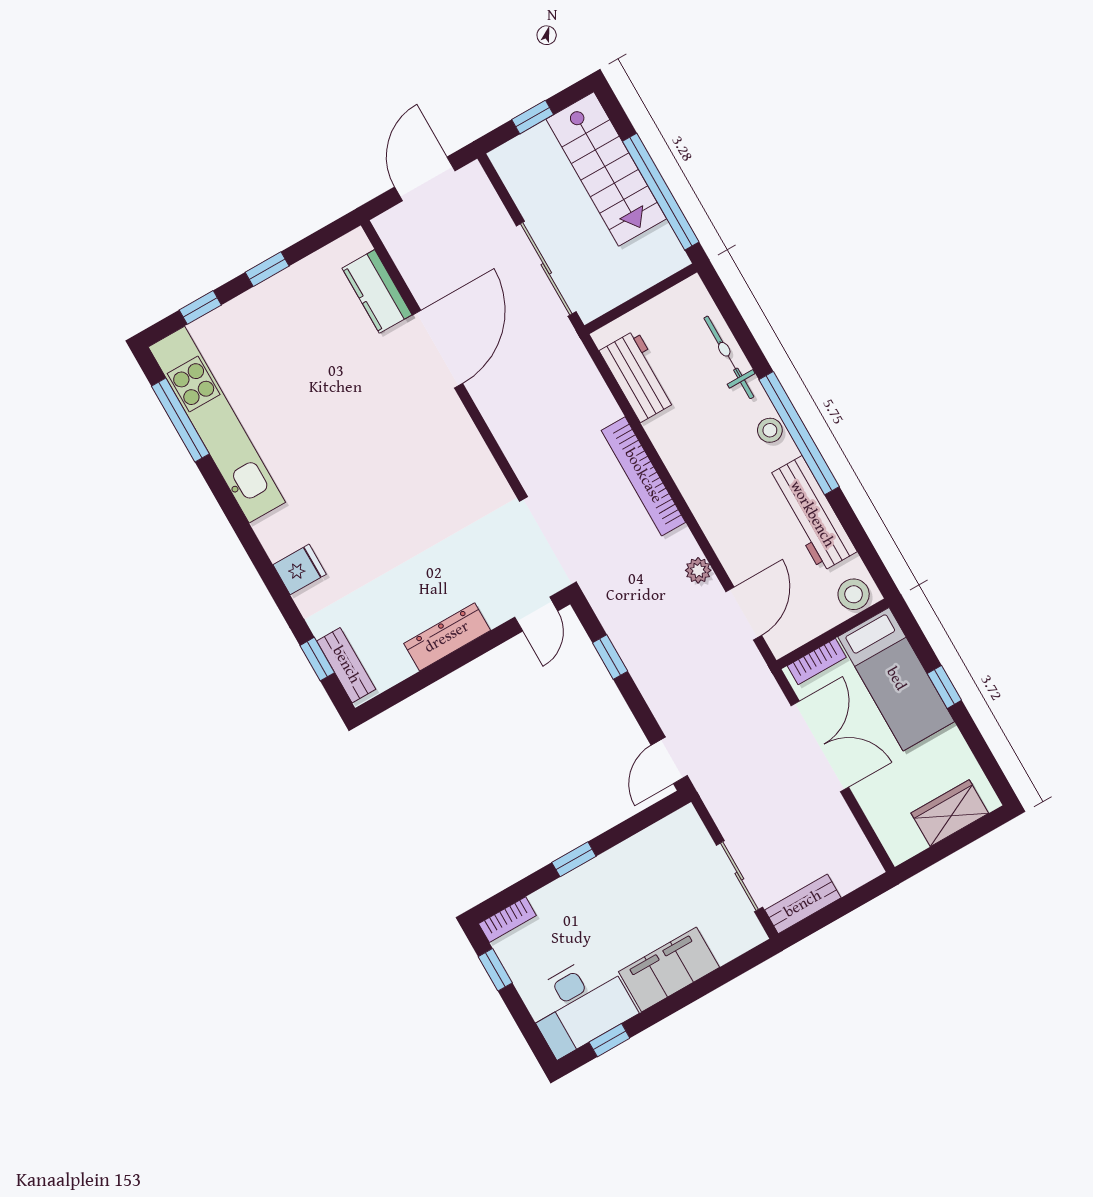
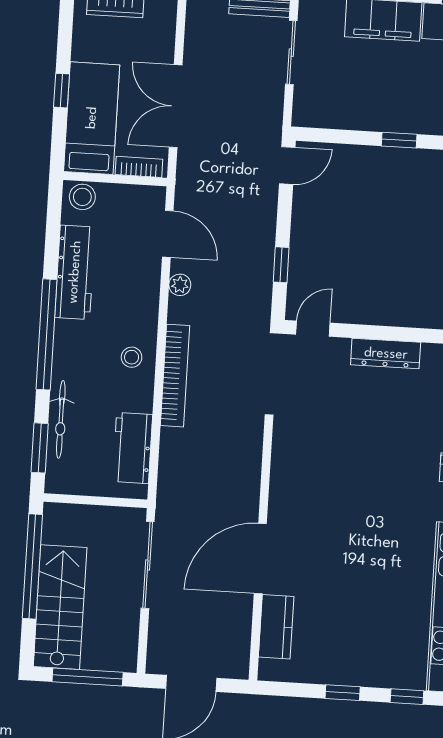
window: (533, 117) -> (88, 677), width x2.17
window: (731, 315) -> (40, 448), added
stool: (770, 430) -> (132, 357), moved
door: (744, 613) -> (168, 234), swing flipped

